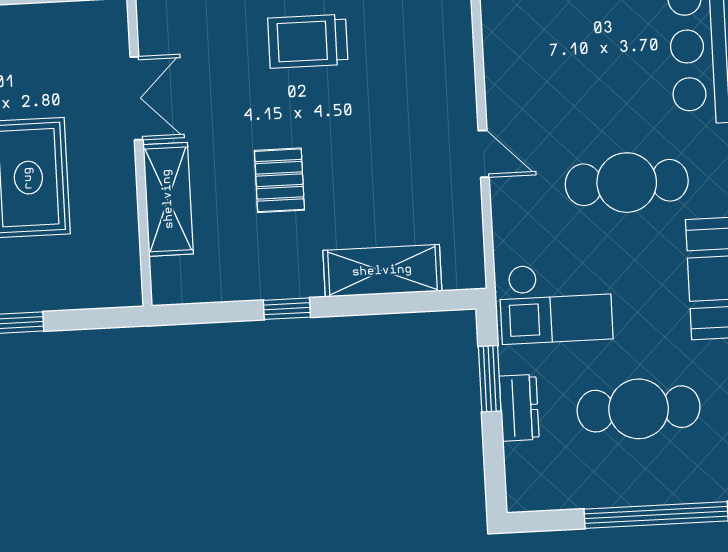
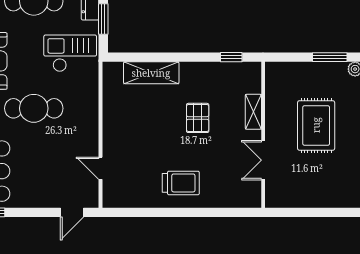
door: (484, 154) -> (101, 168), moved
shelving: (168, 199) -> (253, 112), width x0.67, depth x0.75
window: (287, 309) -> (231, 57), moved

